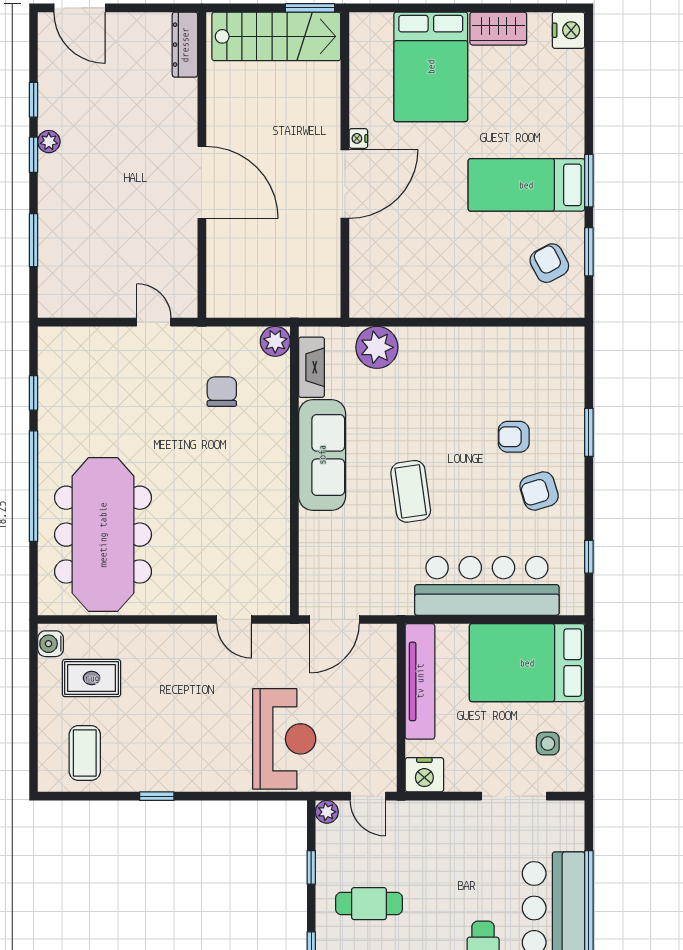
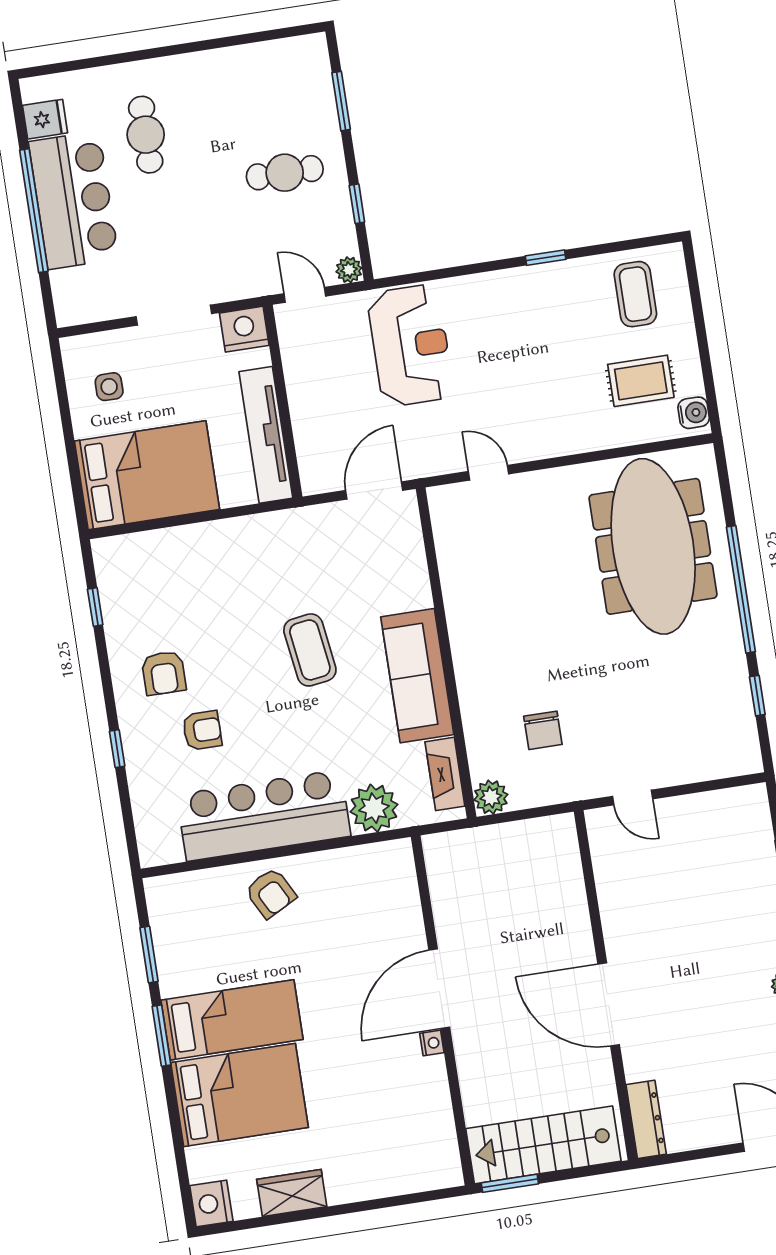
bed: (431, 67) -> (240, 1095), moved, turned 90
door: (202, 182) -> (609, 1004), moved
armchair: (549, 263) -> (271, 893), moved
window: (589, 432) -> (117, 749), width x0.67
armchair: (539, 491) -> (164, 673), turned 107
bar counter: (487, 586) -> (264, 815), moved, turned 180
reception desk: (284, 739) -> (410, 345), turned 180
doorway: (514, 796) -> (174, 315), moved

